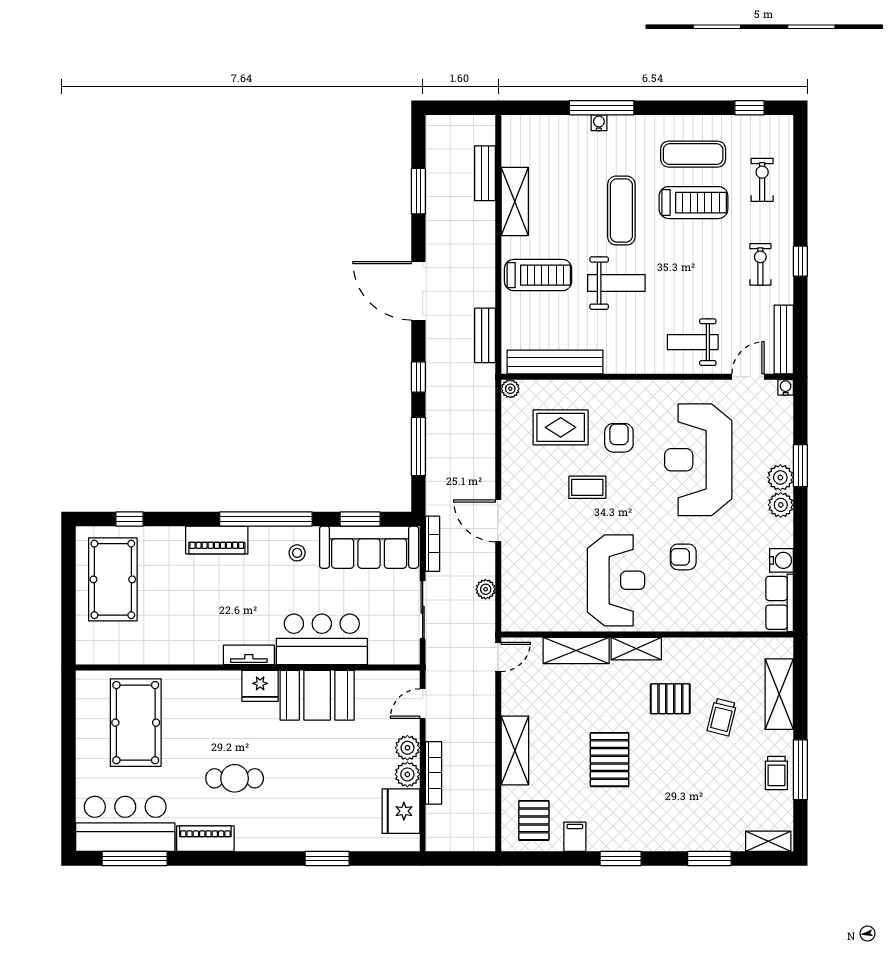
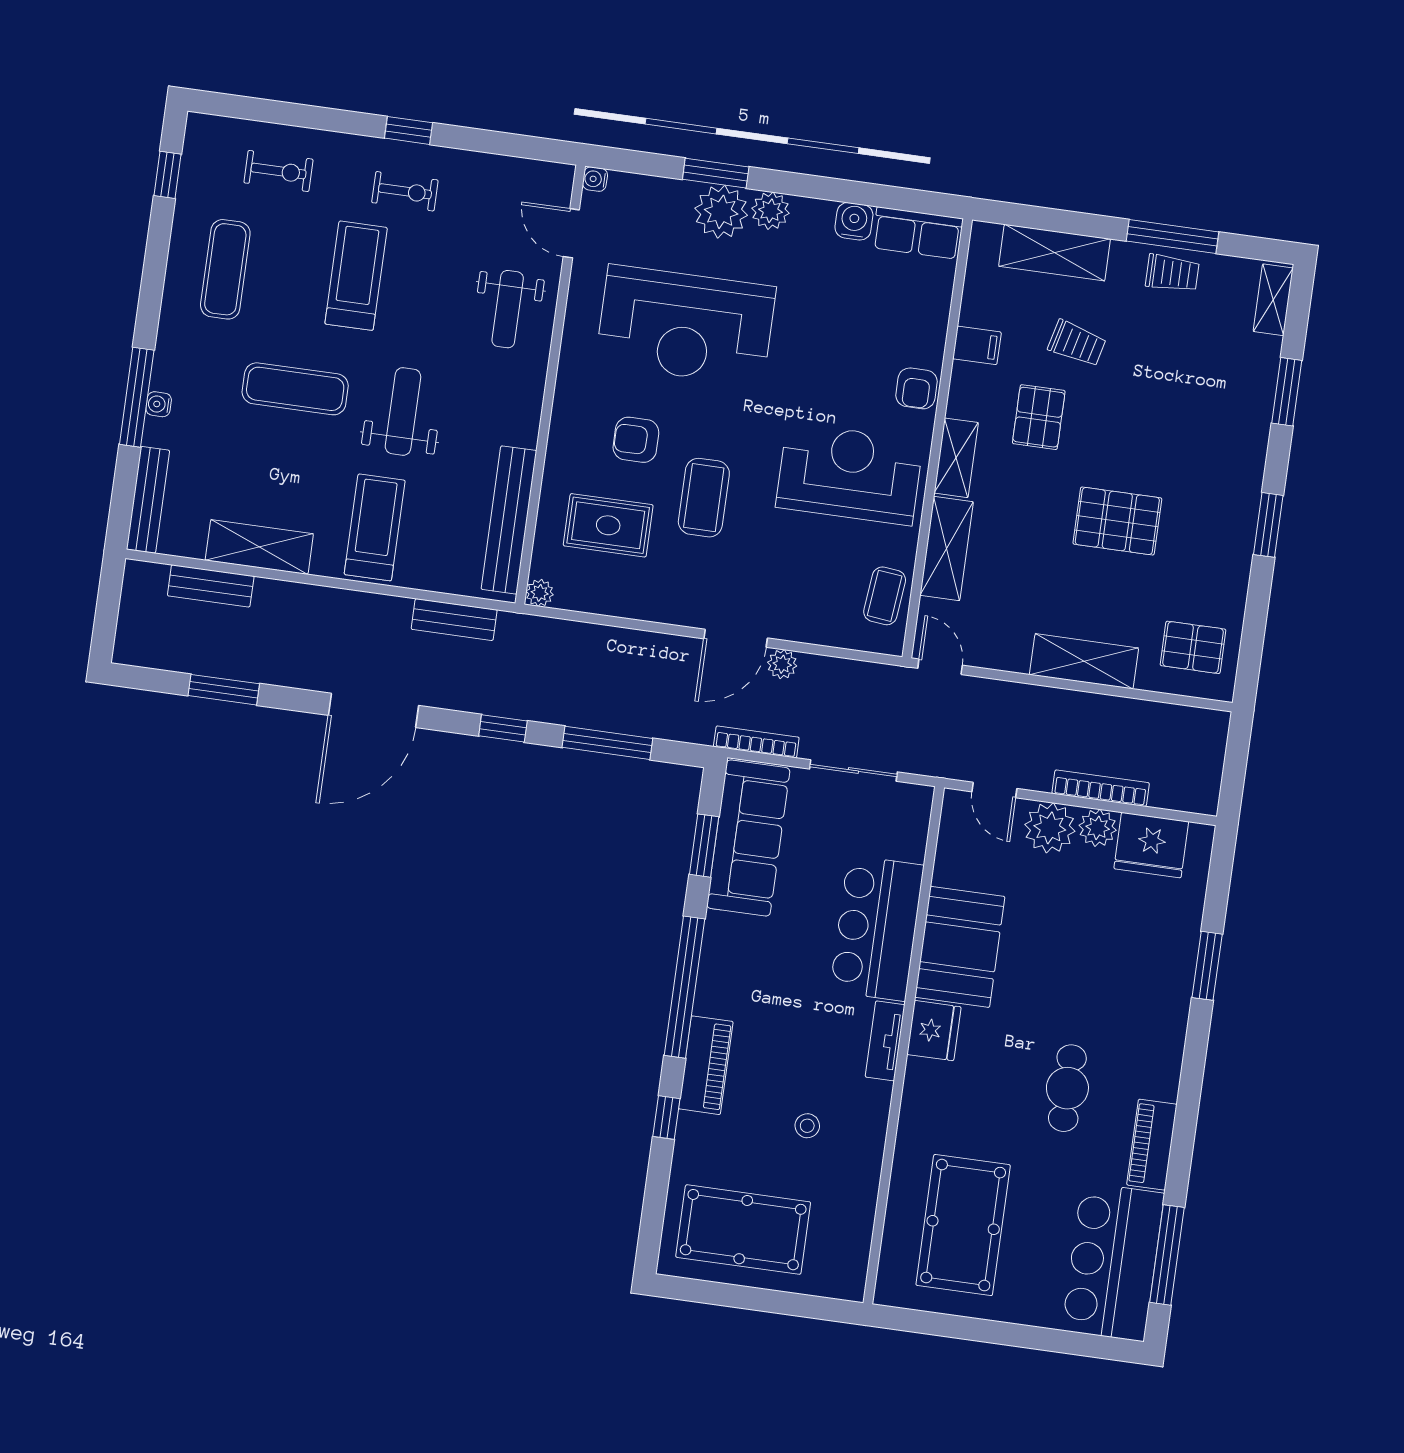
exercise bike: (762, 180) -> (278, 171), turned 180
treadmill: (693, 203) -> (356, 276), moved
exercise bike: (760, 264) -> (405, 191), turned 180
bench: (784, 340) -> (148, 500), moved, turned 90
rug: (561, 427) -> (608, 525), turned 90
plant: (780, 477) -> (721, 212), width x1.36, depth x1.36
coffee table: (587, 487) -> (704, 498), width x1.36, depth x1.30
window: (129, 519) -> (666, 1118), moved
stool: (297, 553) -> (807, 1126), moved
armchair: (683, 557) -> (916, 388), moved
plant: (486, 589) -> (782, 664), moved
coffee table: (540, 614) -> (885, 596), added
pool table: (136, 723) -> (963, 1225), turned 90
plant: (407, 748) -> (1050, 828), width x1.36, depth x1.36
filing cabinet: (575, 837) -> (977, 345), moved, turned 180

